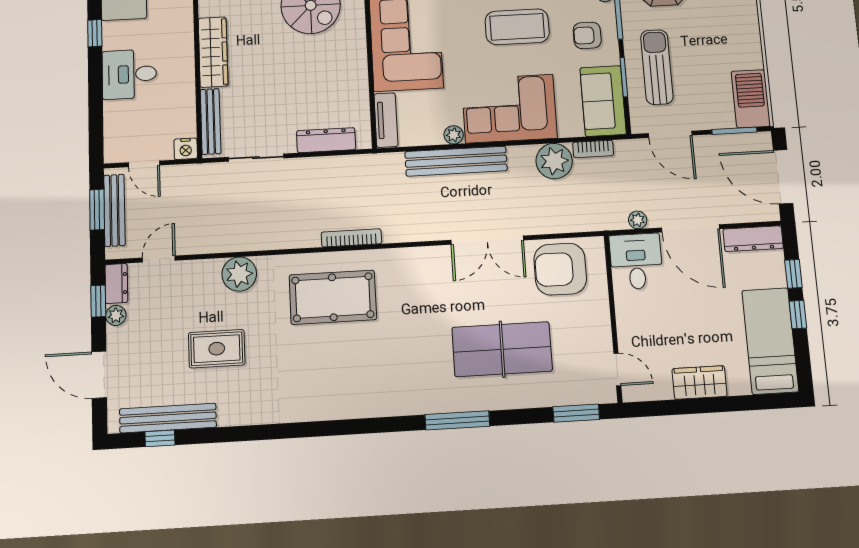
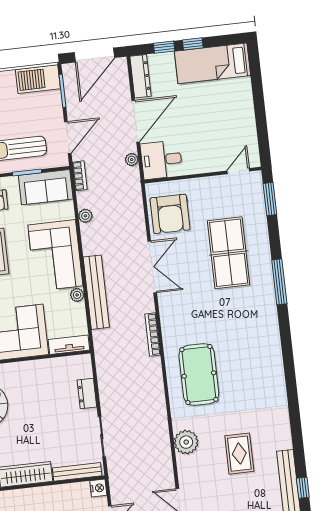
dresser: (326, 140) -> (87, 393), width x0.70
bookcase: (593, 149) -> (80, 176), moved
plant: (554, 161) -> (85, 216), width x0.53, depth x0.53
bookcase: (351, 238) -> (153, 334), moved
wardrobe: (700, 382) -> (244, 113), removed

